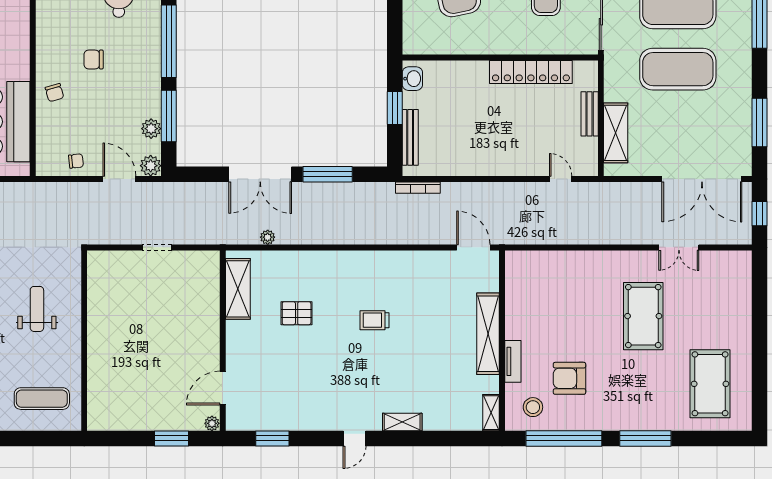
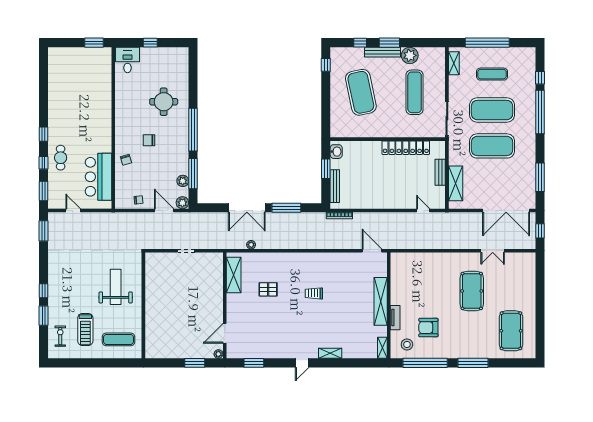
weight bench: (37, 309) -> (116, 287), width x1.36, depth x1.33

